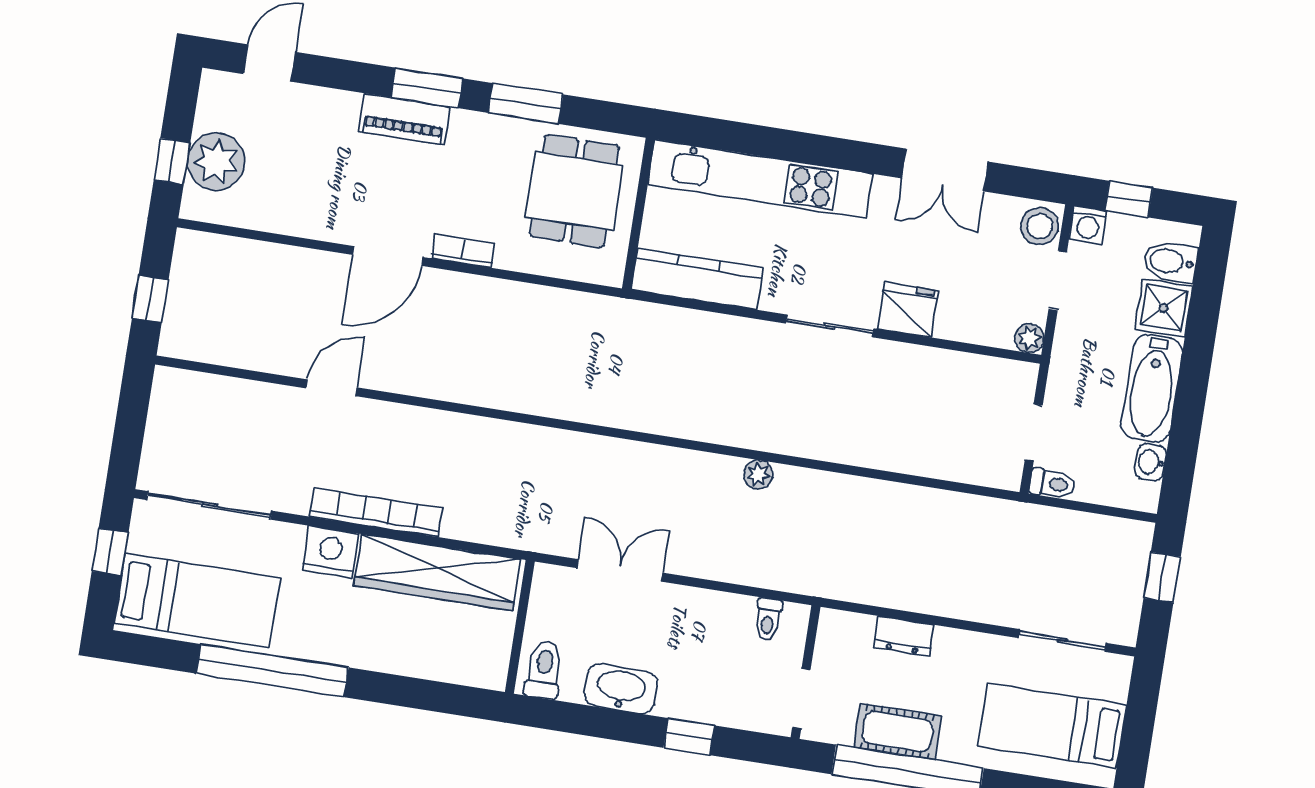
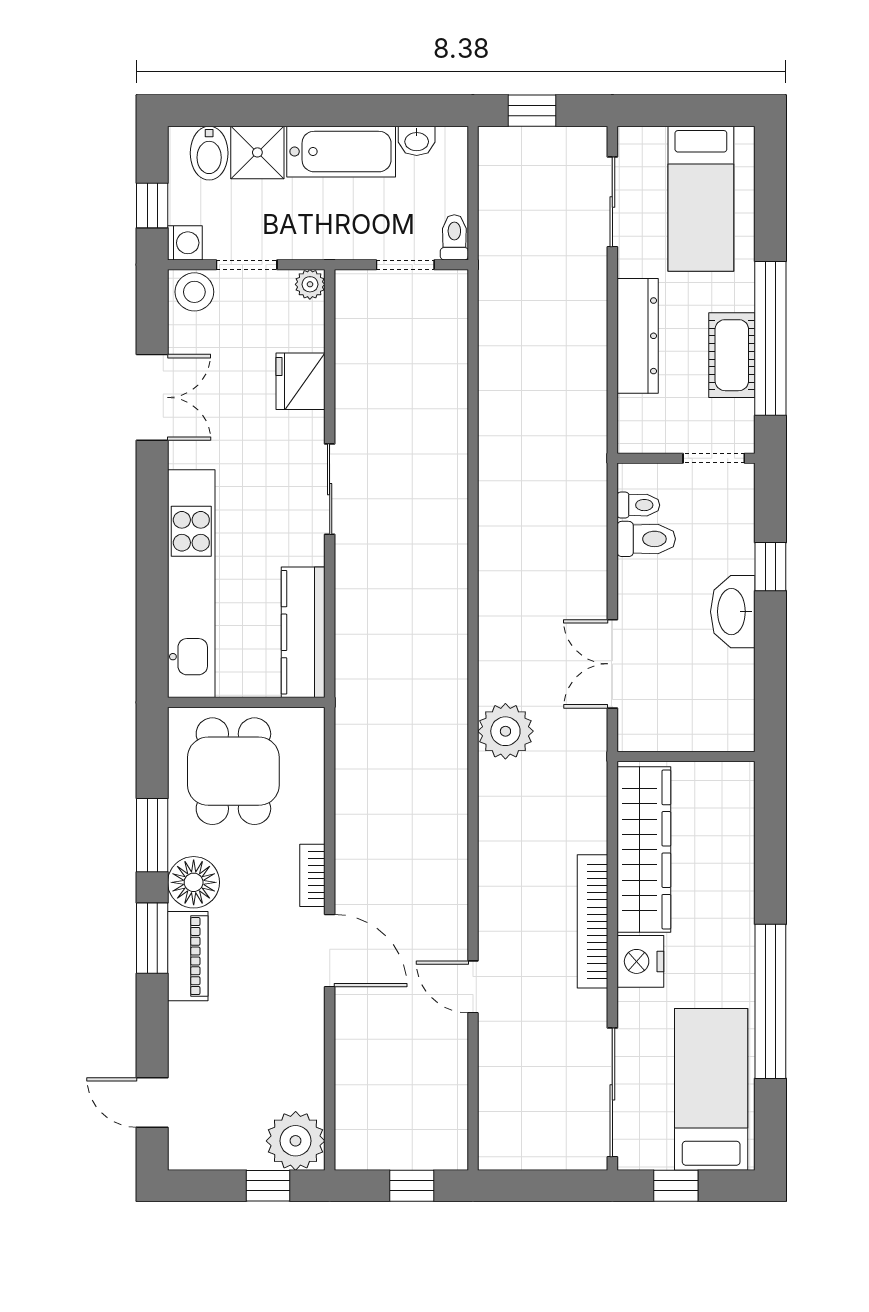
floor lamp: (474, 136) -> (194, 882), added
plant: (216, 162) -> (296, 1141), moved
dining table: (574, 191) -> (233, 771), turned 90
fridge: (908, 310) -> (301, 381), moved
plant: (758, 475) -> (505, 731), moved, width x1.88, depth x1.88
dresser: (904, 636) -> (638, 336), width x1.96, depth x1.24
toilet: (544, 670) -> (646, 539), moved, turned 180
washbasin: (621, 689) -> (733, 612), moved

